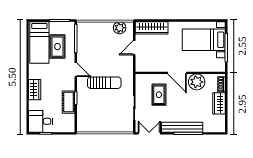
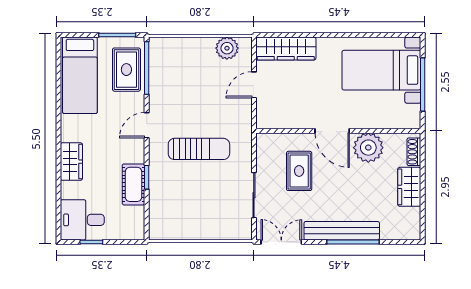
rug: (57, 47) -> (126, 70), moved
door: (76, 70) -> (147, 125), swing flipped

